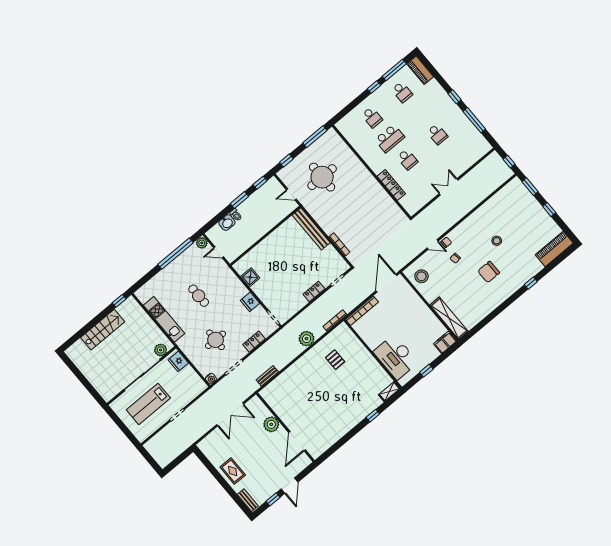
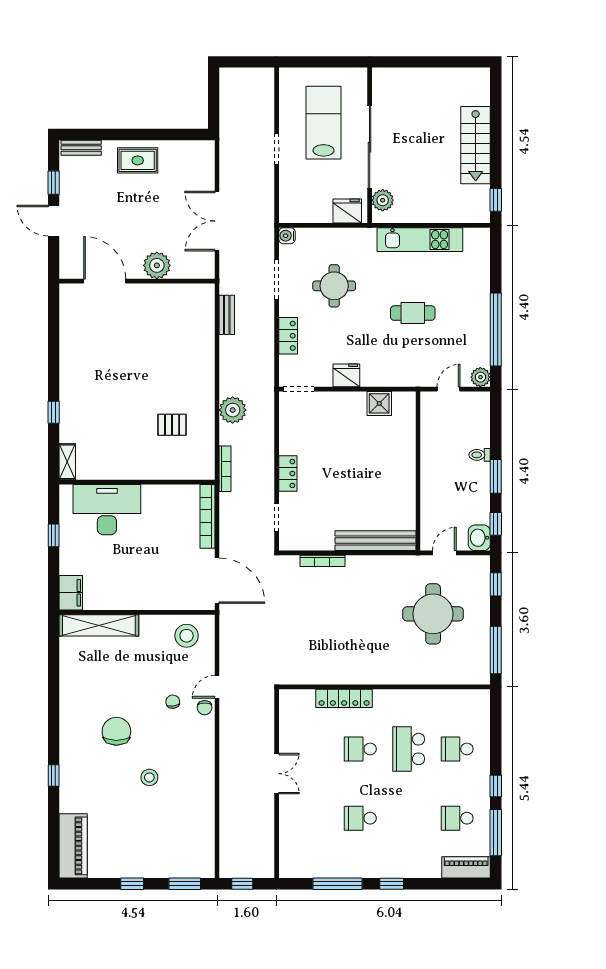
washbasin: (227, 223) -> (479, 538), moved

